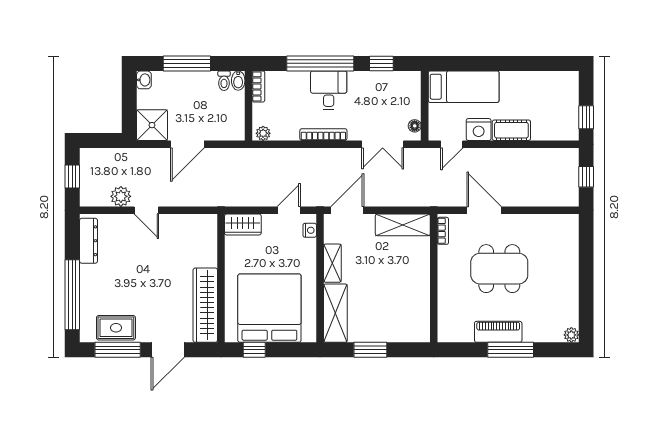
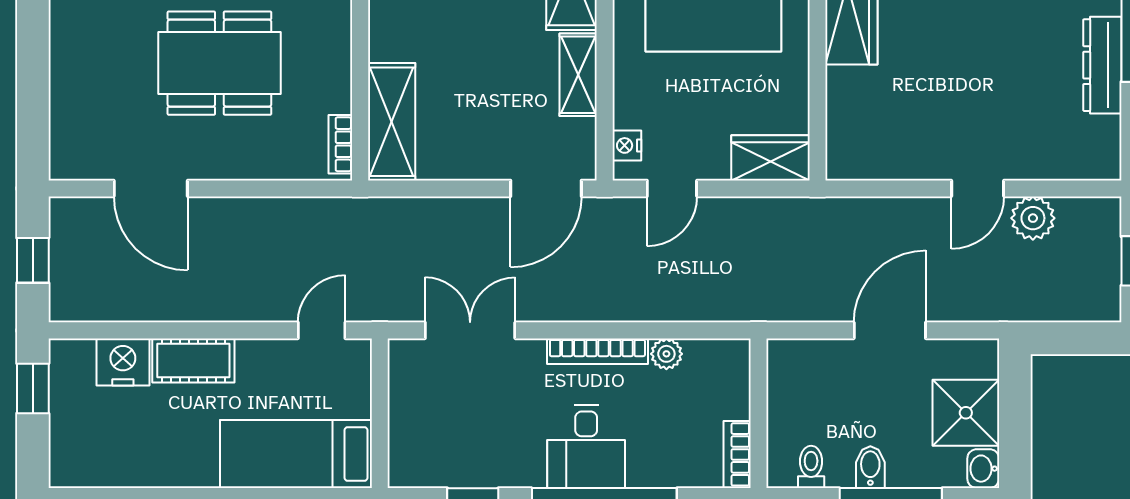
bidet: (238, 81) -> (870, 467), moved
shower: (152, 125) -> (966, 413), moved
floor lamp: (415, 126) -> (401, 370), removed
nightstand: (479, 130) -> (123, 362), moved
plant: (263, 133) -> (666, 354), moved
door: (146, 210) -> (978, 188), swing flipped
door: (484, 210) -> (151, 188), moved
shelving: (403, 225) -> (392, 122), moved, turned 90
dresser: (88, 241) -> (1102, 65), moved

